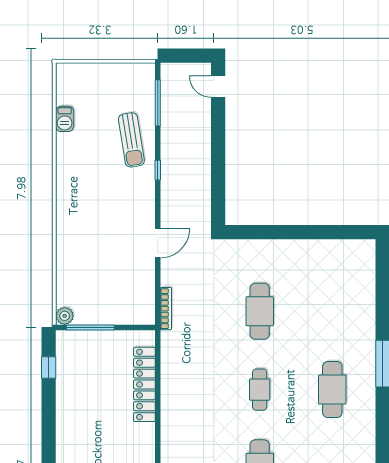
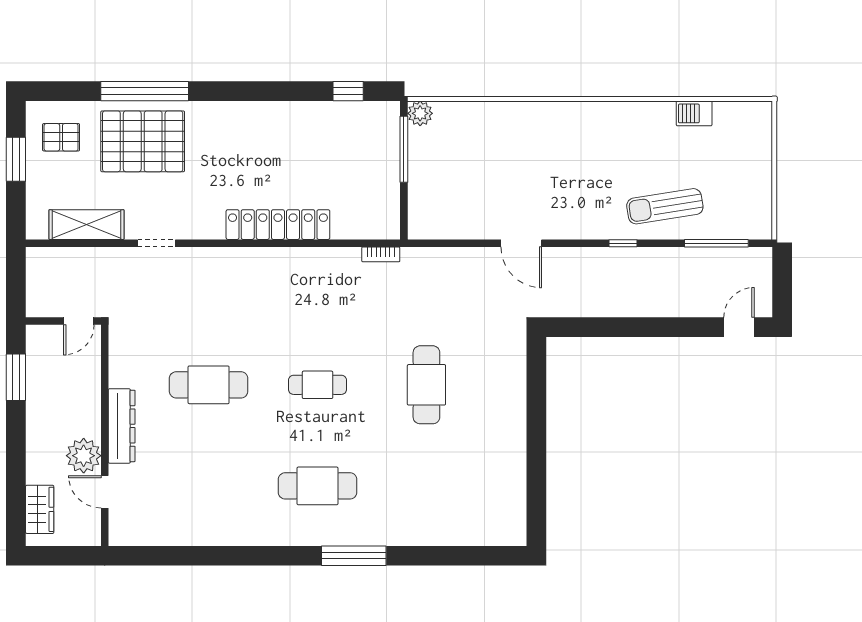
bookcase: (166, 309) -> (381, 254), moved, width x0.64
cafe table: (260, 311) -> (426, 385), turned 90
locker: (144, 384) -> (278, 225), moved

